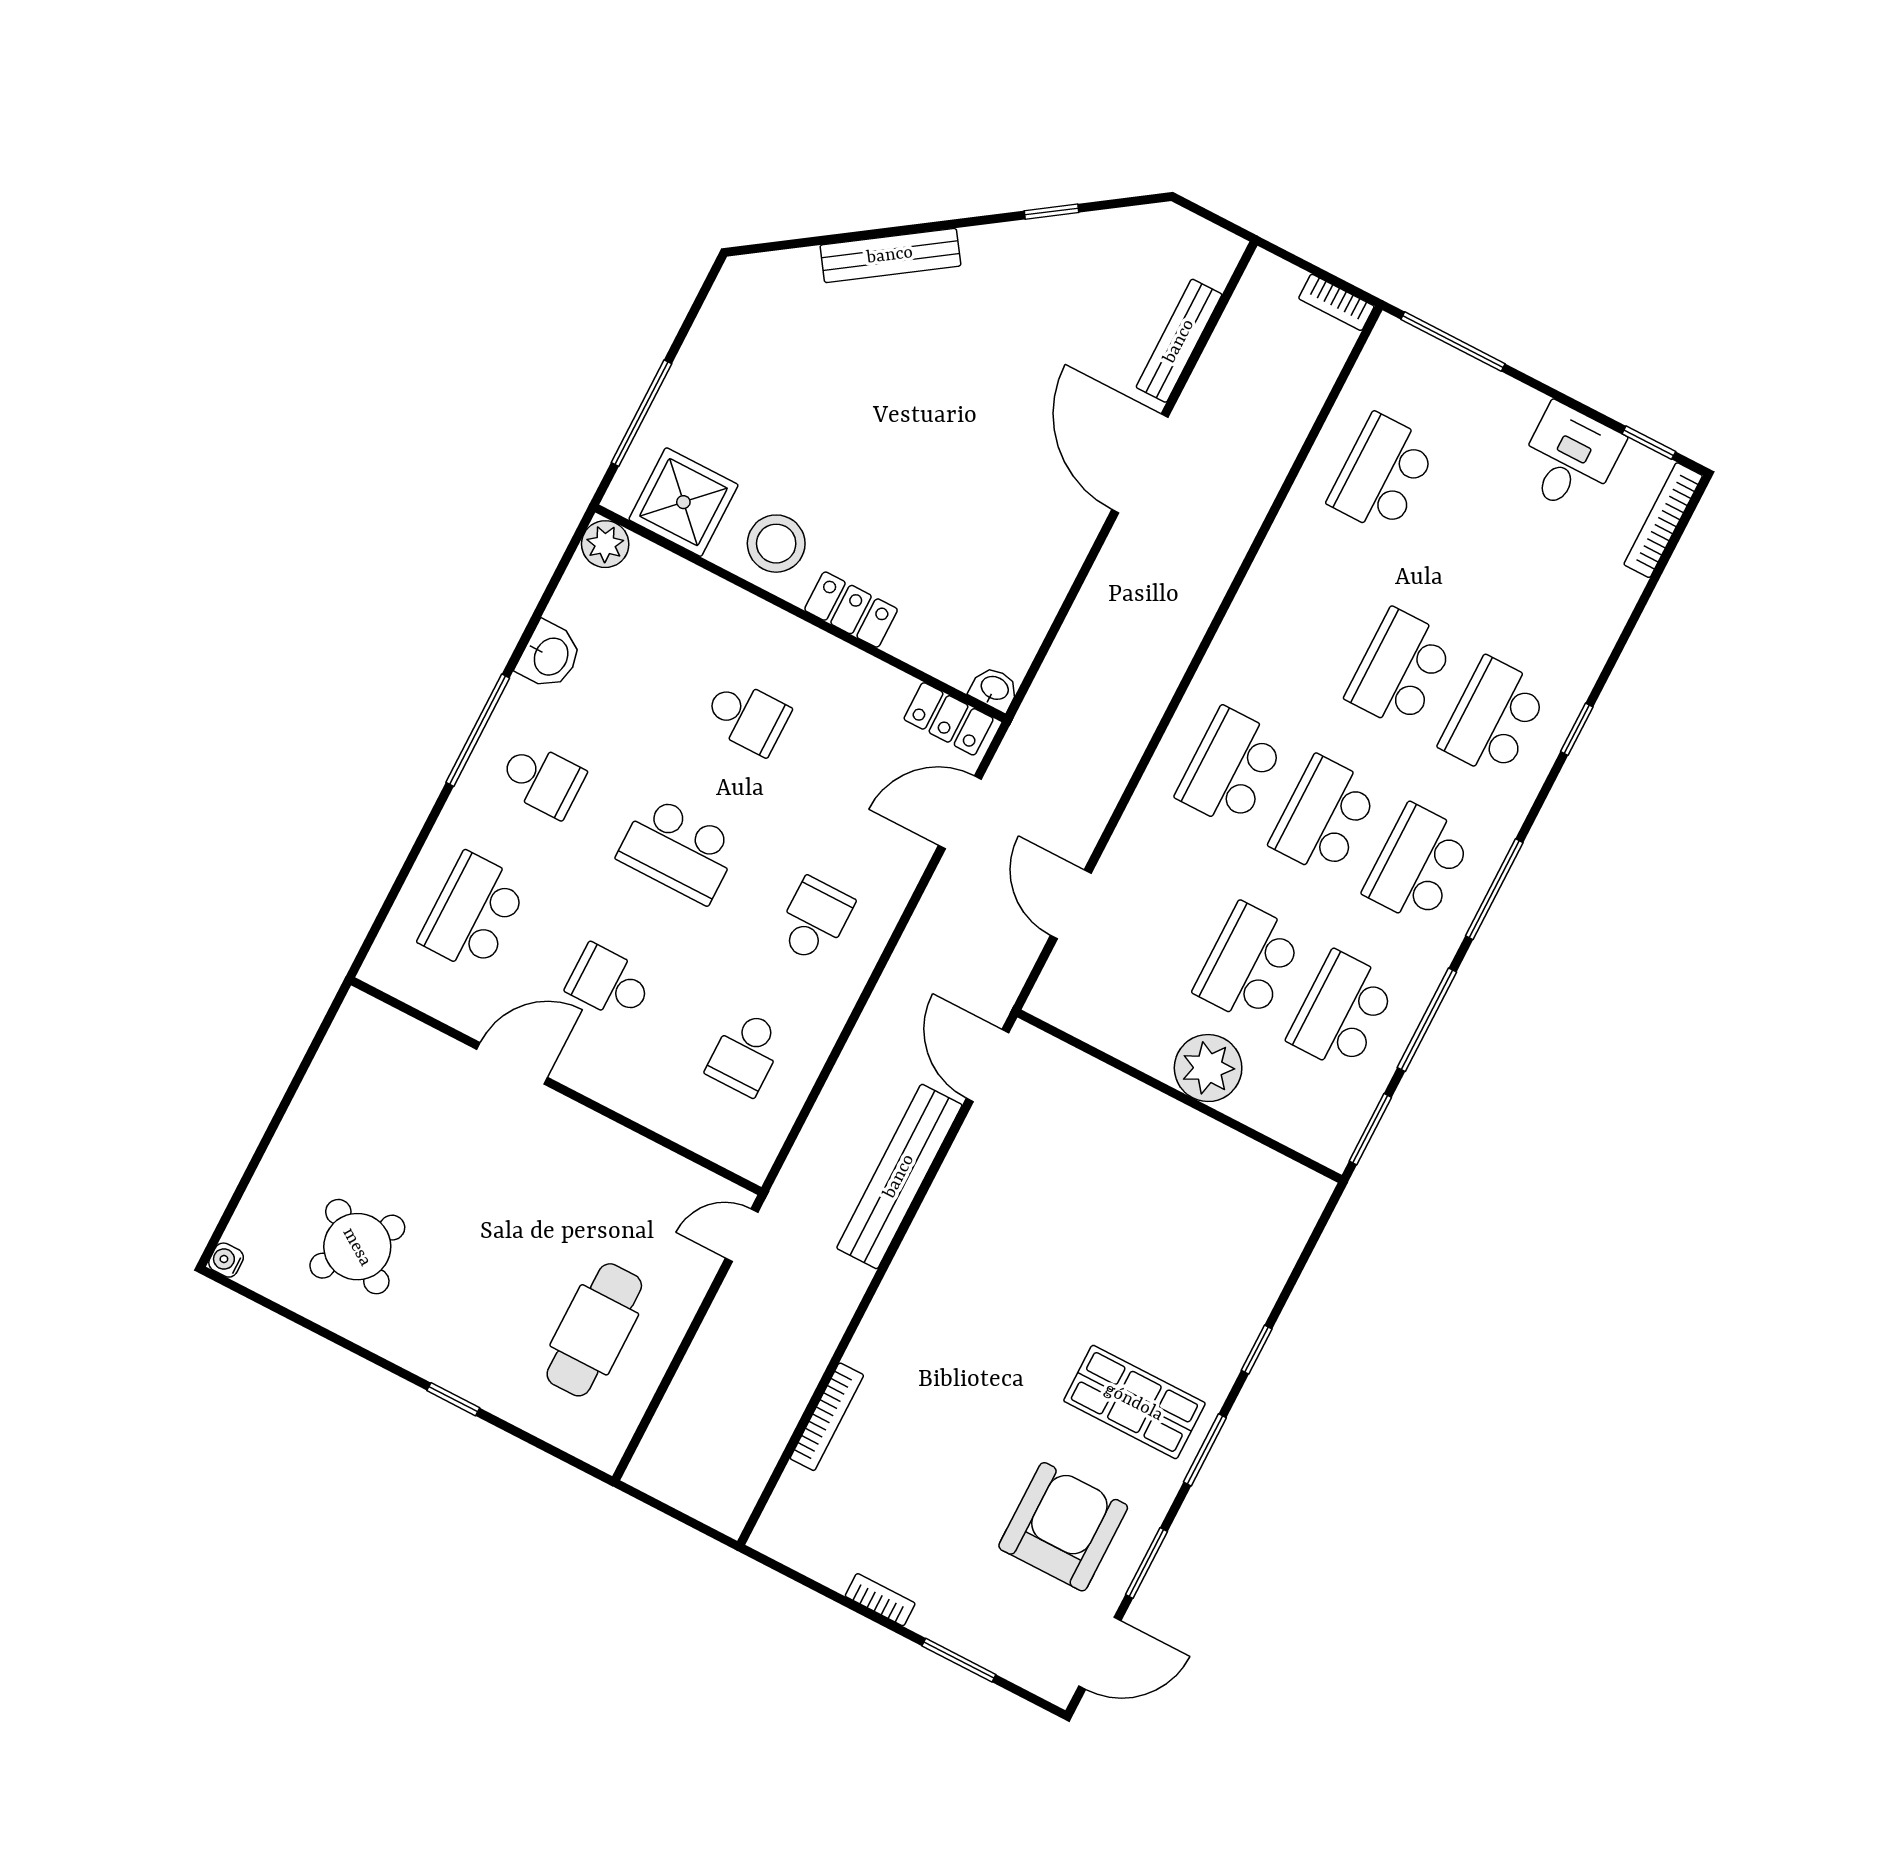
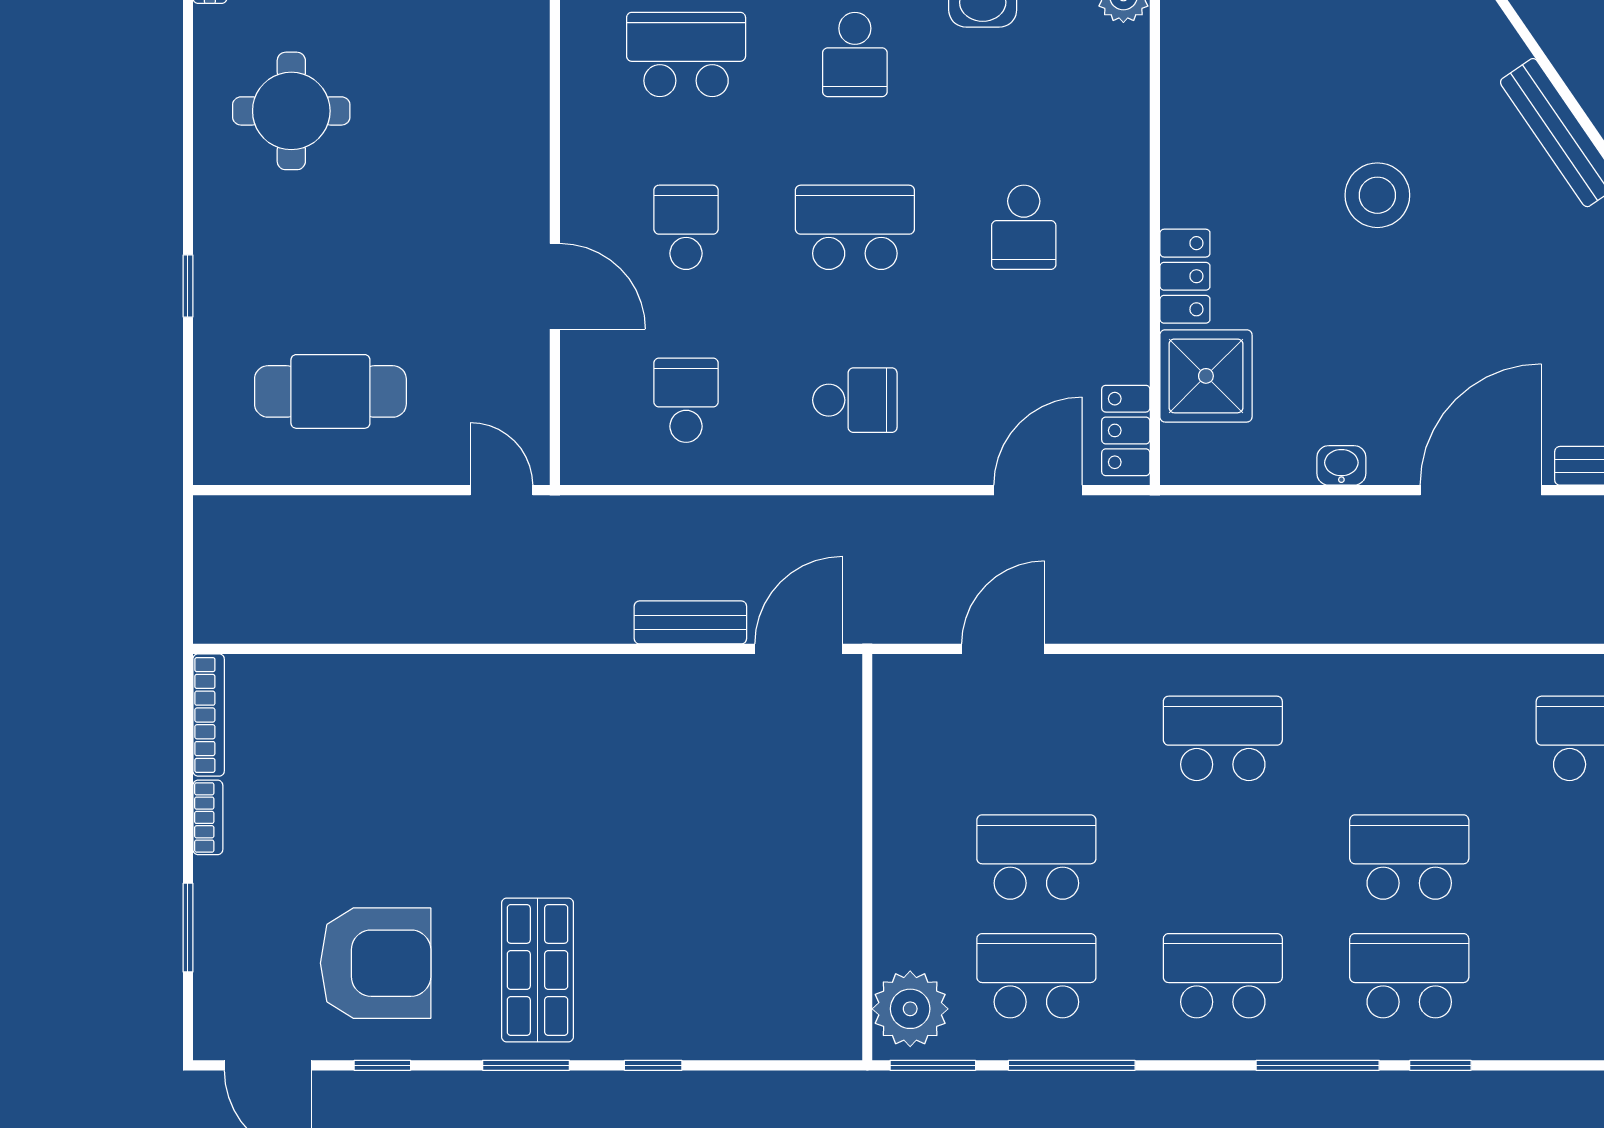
shower: (683, 502) -> (1206, 376), moved
stool: (776, 544) -> (1377, 195), moved
washbasin: (994, 689) -> (1341, 465), moved, turned -90
door: (960, 812) -> (1038, 490), hinge flipped
school desk: (1324, 816) -> (1223, 857), removed
school desk: (678, 850) -> (855, 227), turned 90
window: (1494, 889) -> (1318, 1065), moved
school desk: (746, 1053) -> (686, 400), turned 90
door: (512, 1063) -> (555, 286), moved
plant: (1208, 1068) -> (910, 1009), moved
bench: (899, 1176) -> (690, 622), width x0.54, depth x0.82
round table: (357, 1247) -> (291, 111), turned -34
bookcase: (827, 1417) -> (209, 715), moved, turned -90
window: (1146, 1563) -> (382, 1065), width x0.67

